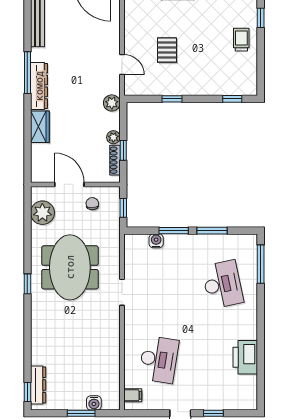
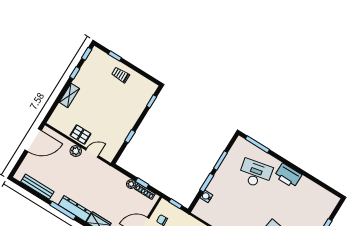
pallet: (167, 50) -> (80, 135), moved
plant: (112, 103) -> (76, 151), moved
printer: (245, 357) -> (288, 176), moved

